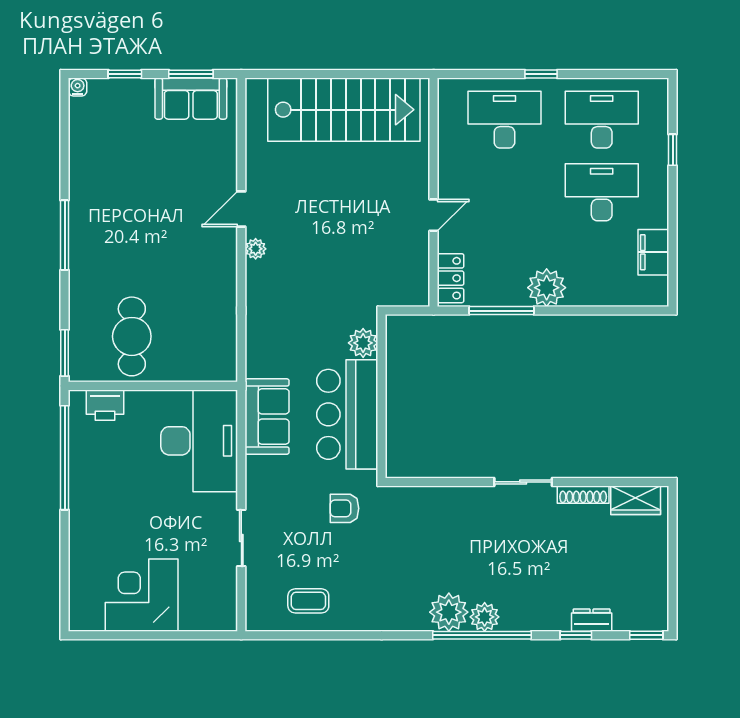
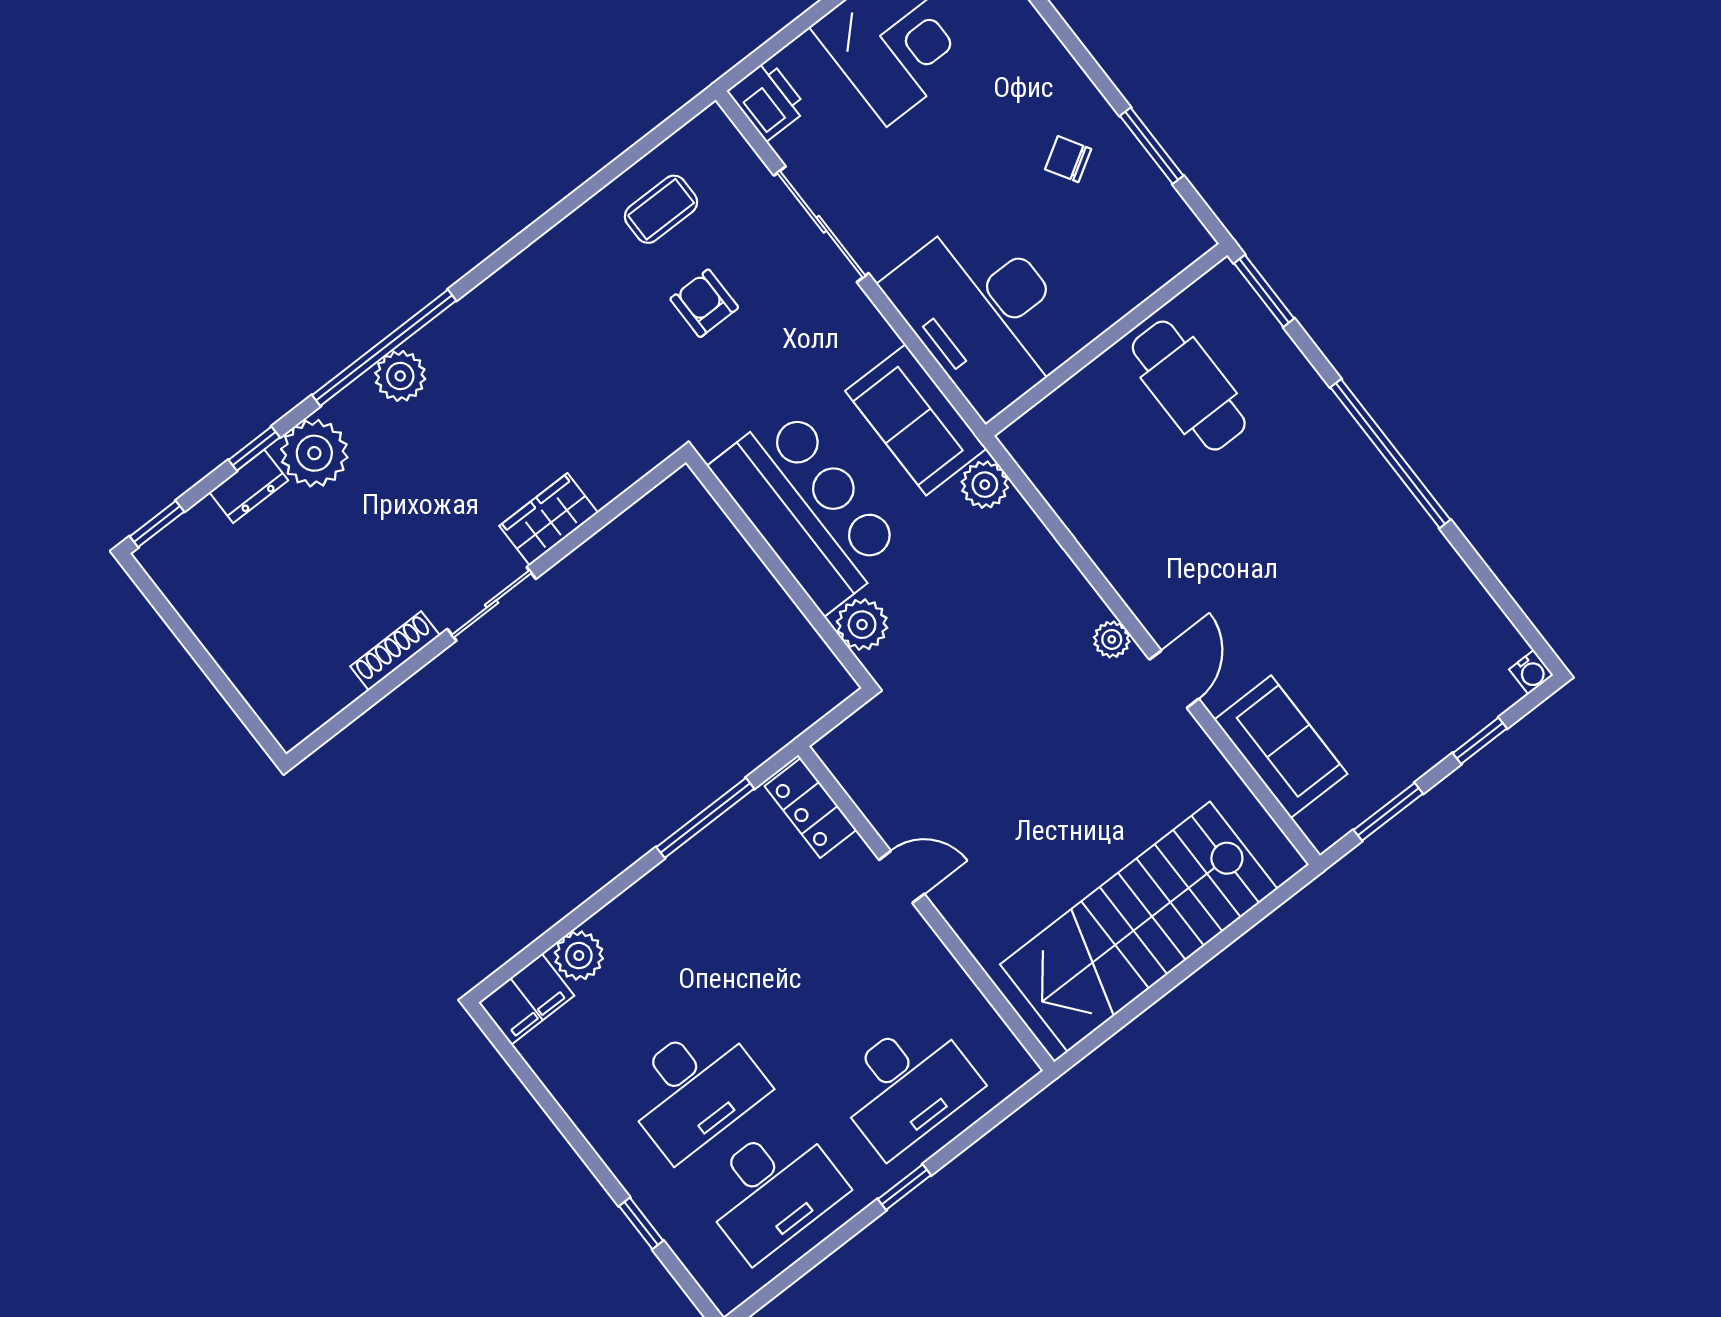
sofa: (191, 99) -> (1281, 747), moved, turned 90
door: (434, 215) -> (902, 877), swing flipped
window: (65, 235) -> (1390, 454), width x1.46
filing cabinet: (653, 252) -> (526, 999), moved, turned 90
plant: (547, 288) -> (579, 956), moved, width x0.73, depth x0.73
plant: (259, 363) -> (985, 485), added
printer: (105, 405) -> (768, 100), moved, turned 90
window: (65, 458) -> (1152, 146), width x0.47
chair: (107, 481) -> (1068, 159), added
wardrobe: (636, 500) -> (549, 519), moved
armchair: (344, 508) -> (704, 303), moved, turned -90
sliding door: (241, 538) -> (821, 224), width x1.37
plant: (449, 612) -> (314, 453), moved

